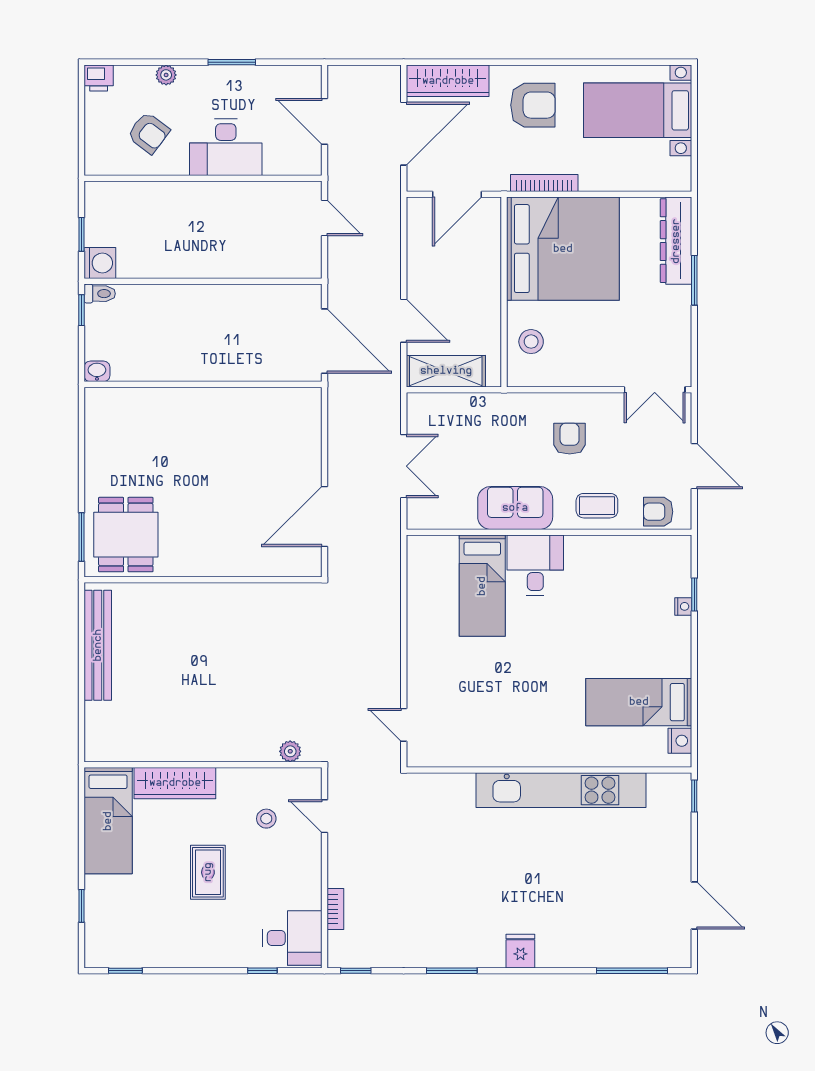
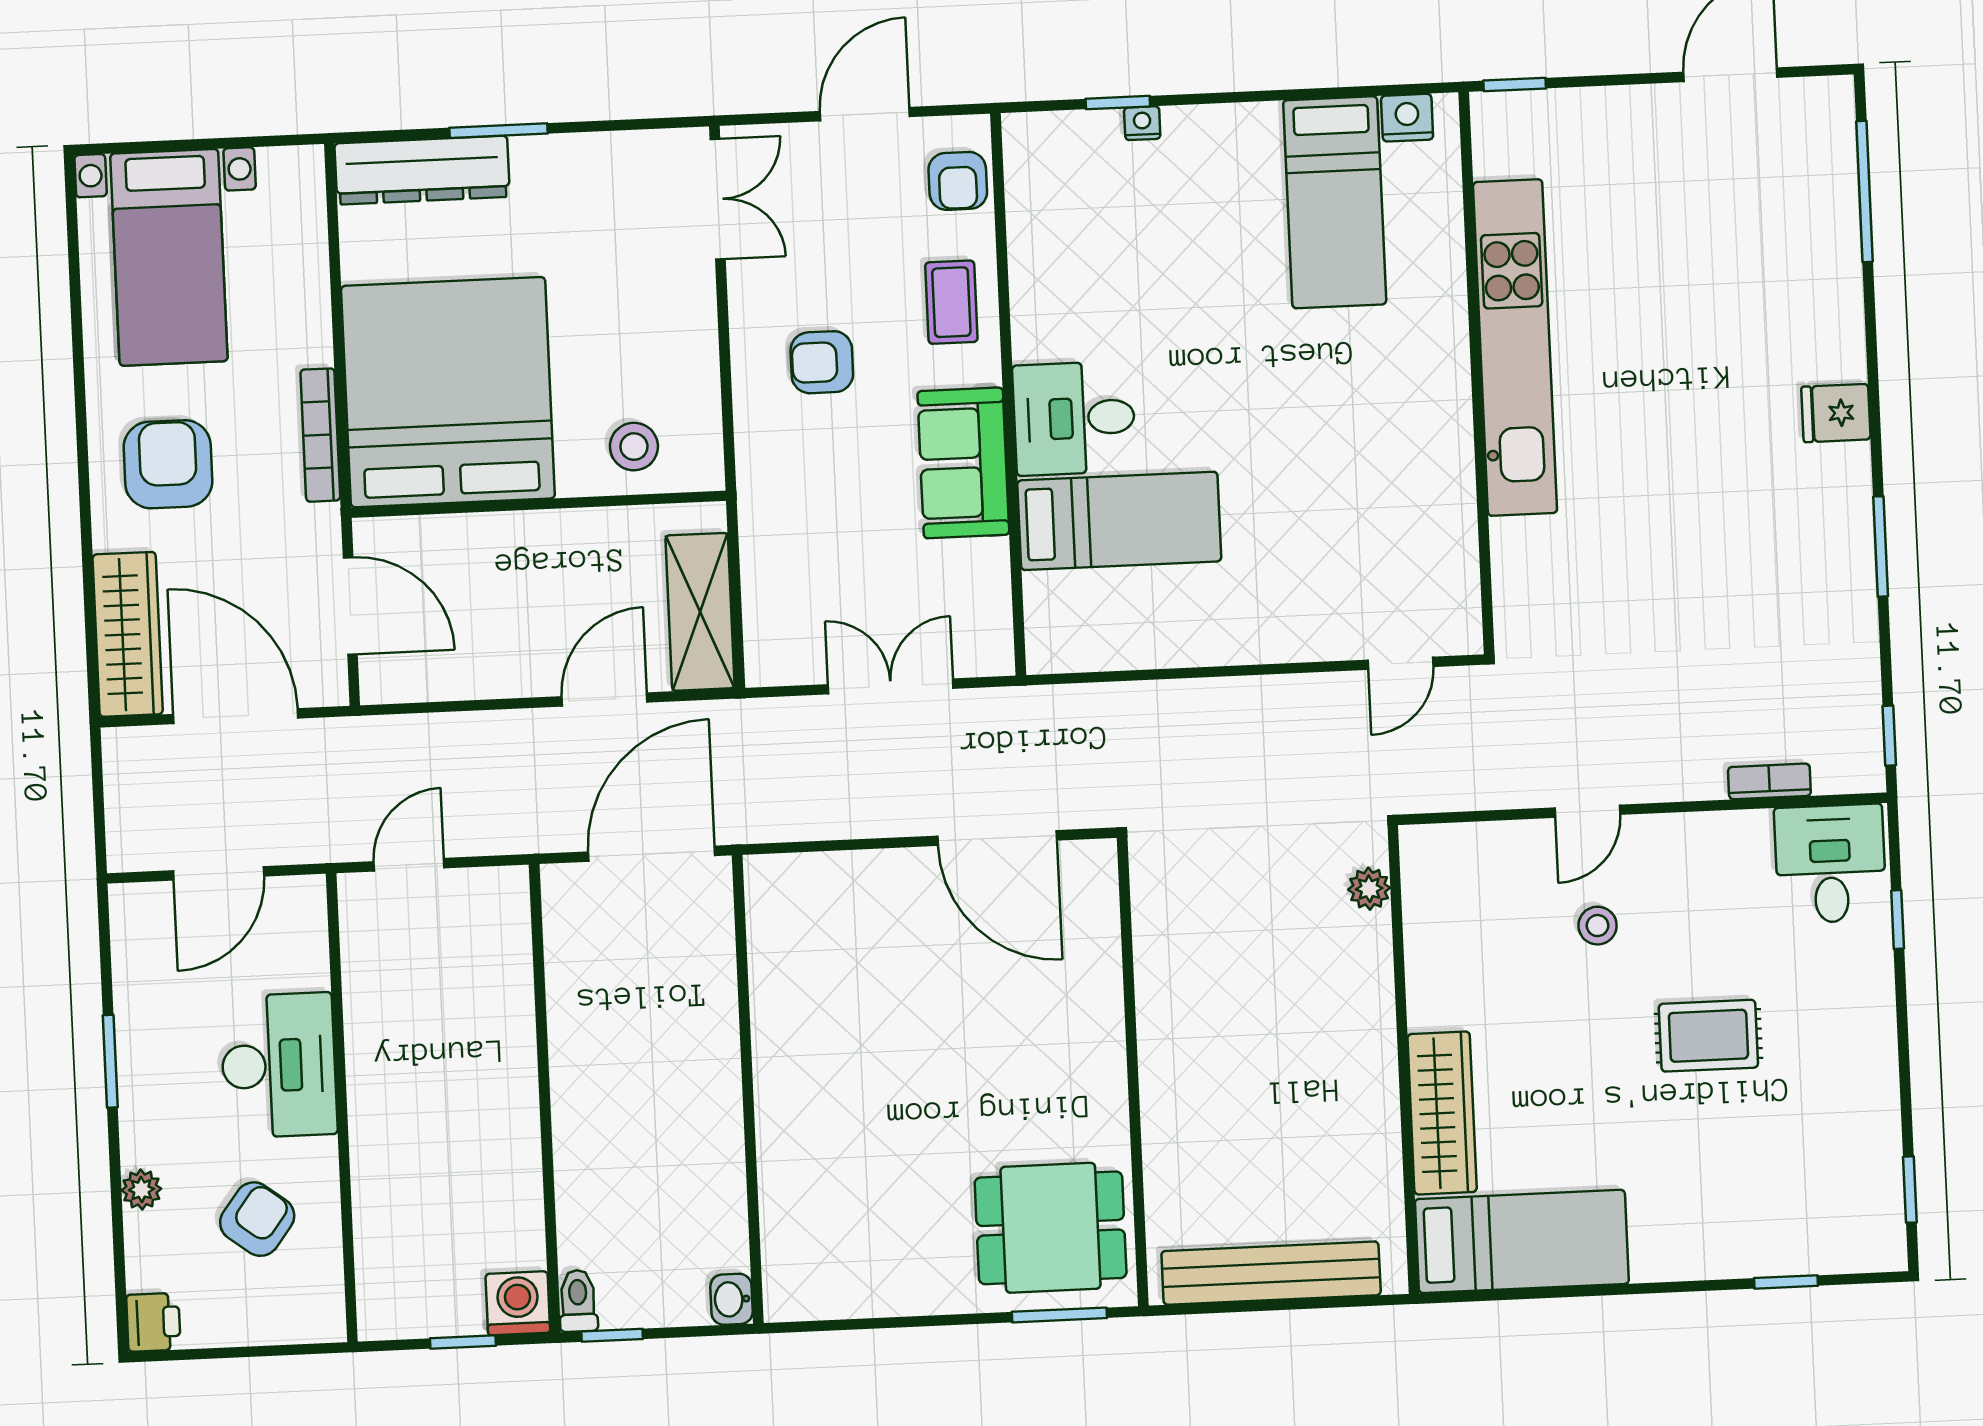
plant: (290, 751) -> (1369, 889), moved
wall: (203, 765) -> (1403, 1059), moved
wardrobe: (175, 783) -> (1442, 1113), moved
bed: (108, 821) -> (1522, 1241), moved

